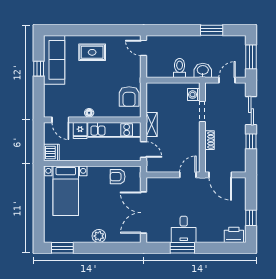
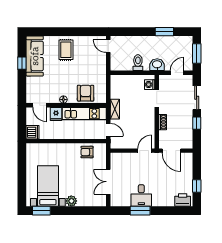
rug: (92, 52) -> (66, 50), turned 90
armchair: (129, 97) -> (86, 93), moved, turned 180
bed with nightstands: (66, 191) -> (48, 186), moved, turned 180
double door: (144, 213) -> (108, 182), width x0.73

